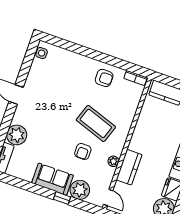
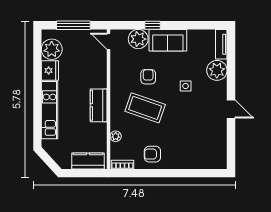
side table: (42, 53) -> (186, 86), moved
plant: (113, 161) -> (116, 136), moved
kitchen counter: (129, 167) -> (99, 105), moved

